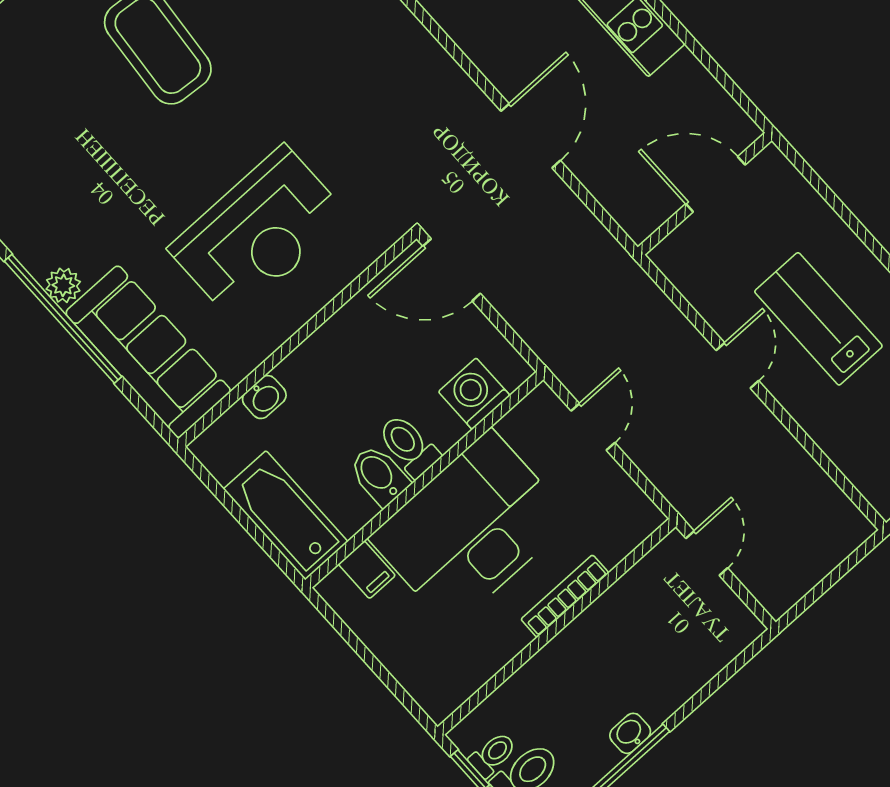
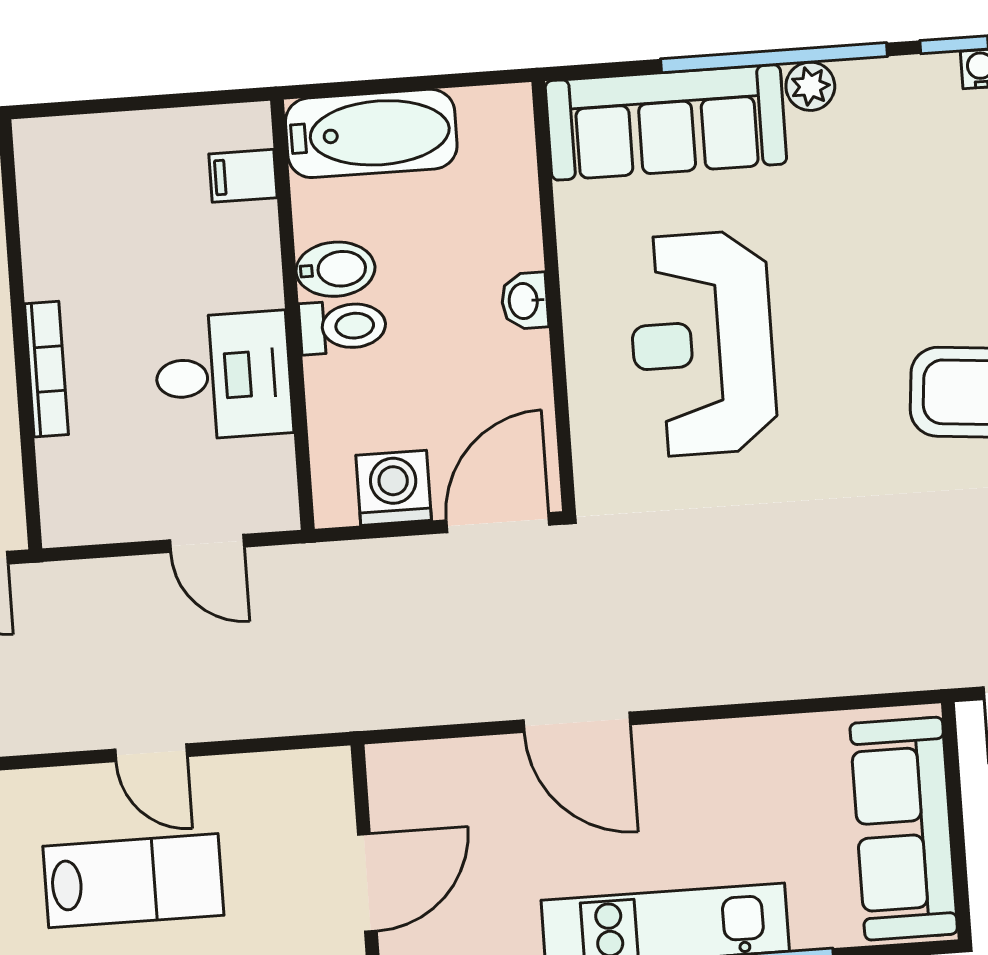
washing machine: (474, 394) -> (394, 488), moved, turned -90
washbasin: (264, 397) -> (525, 301), moved
desk: (471, 529) -> (223, 376), width x0.53, depth x0.77

